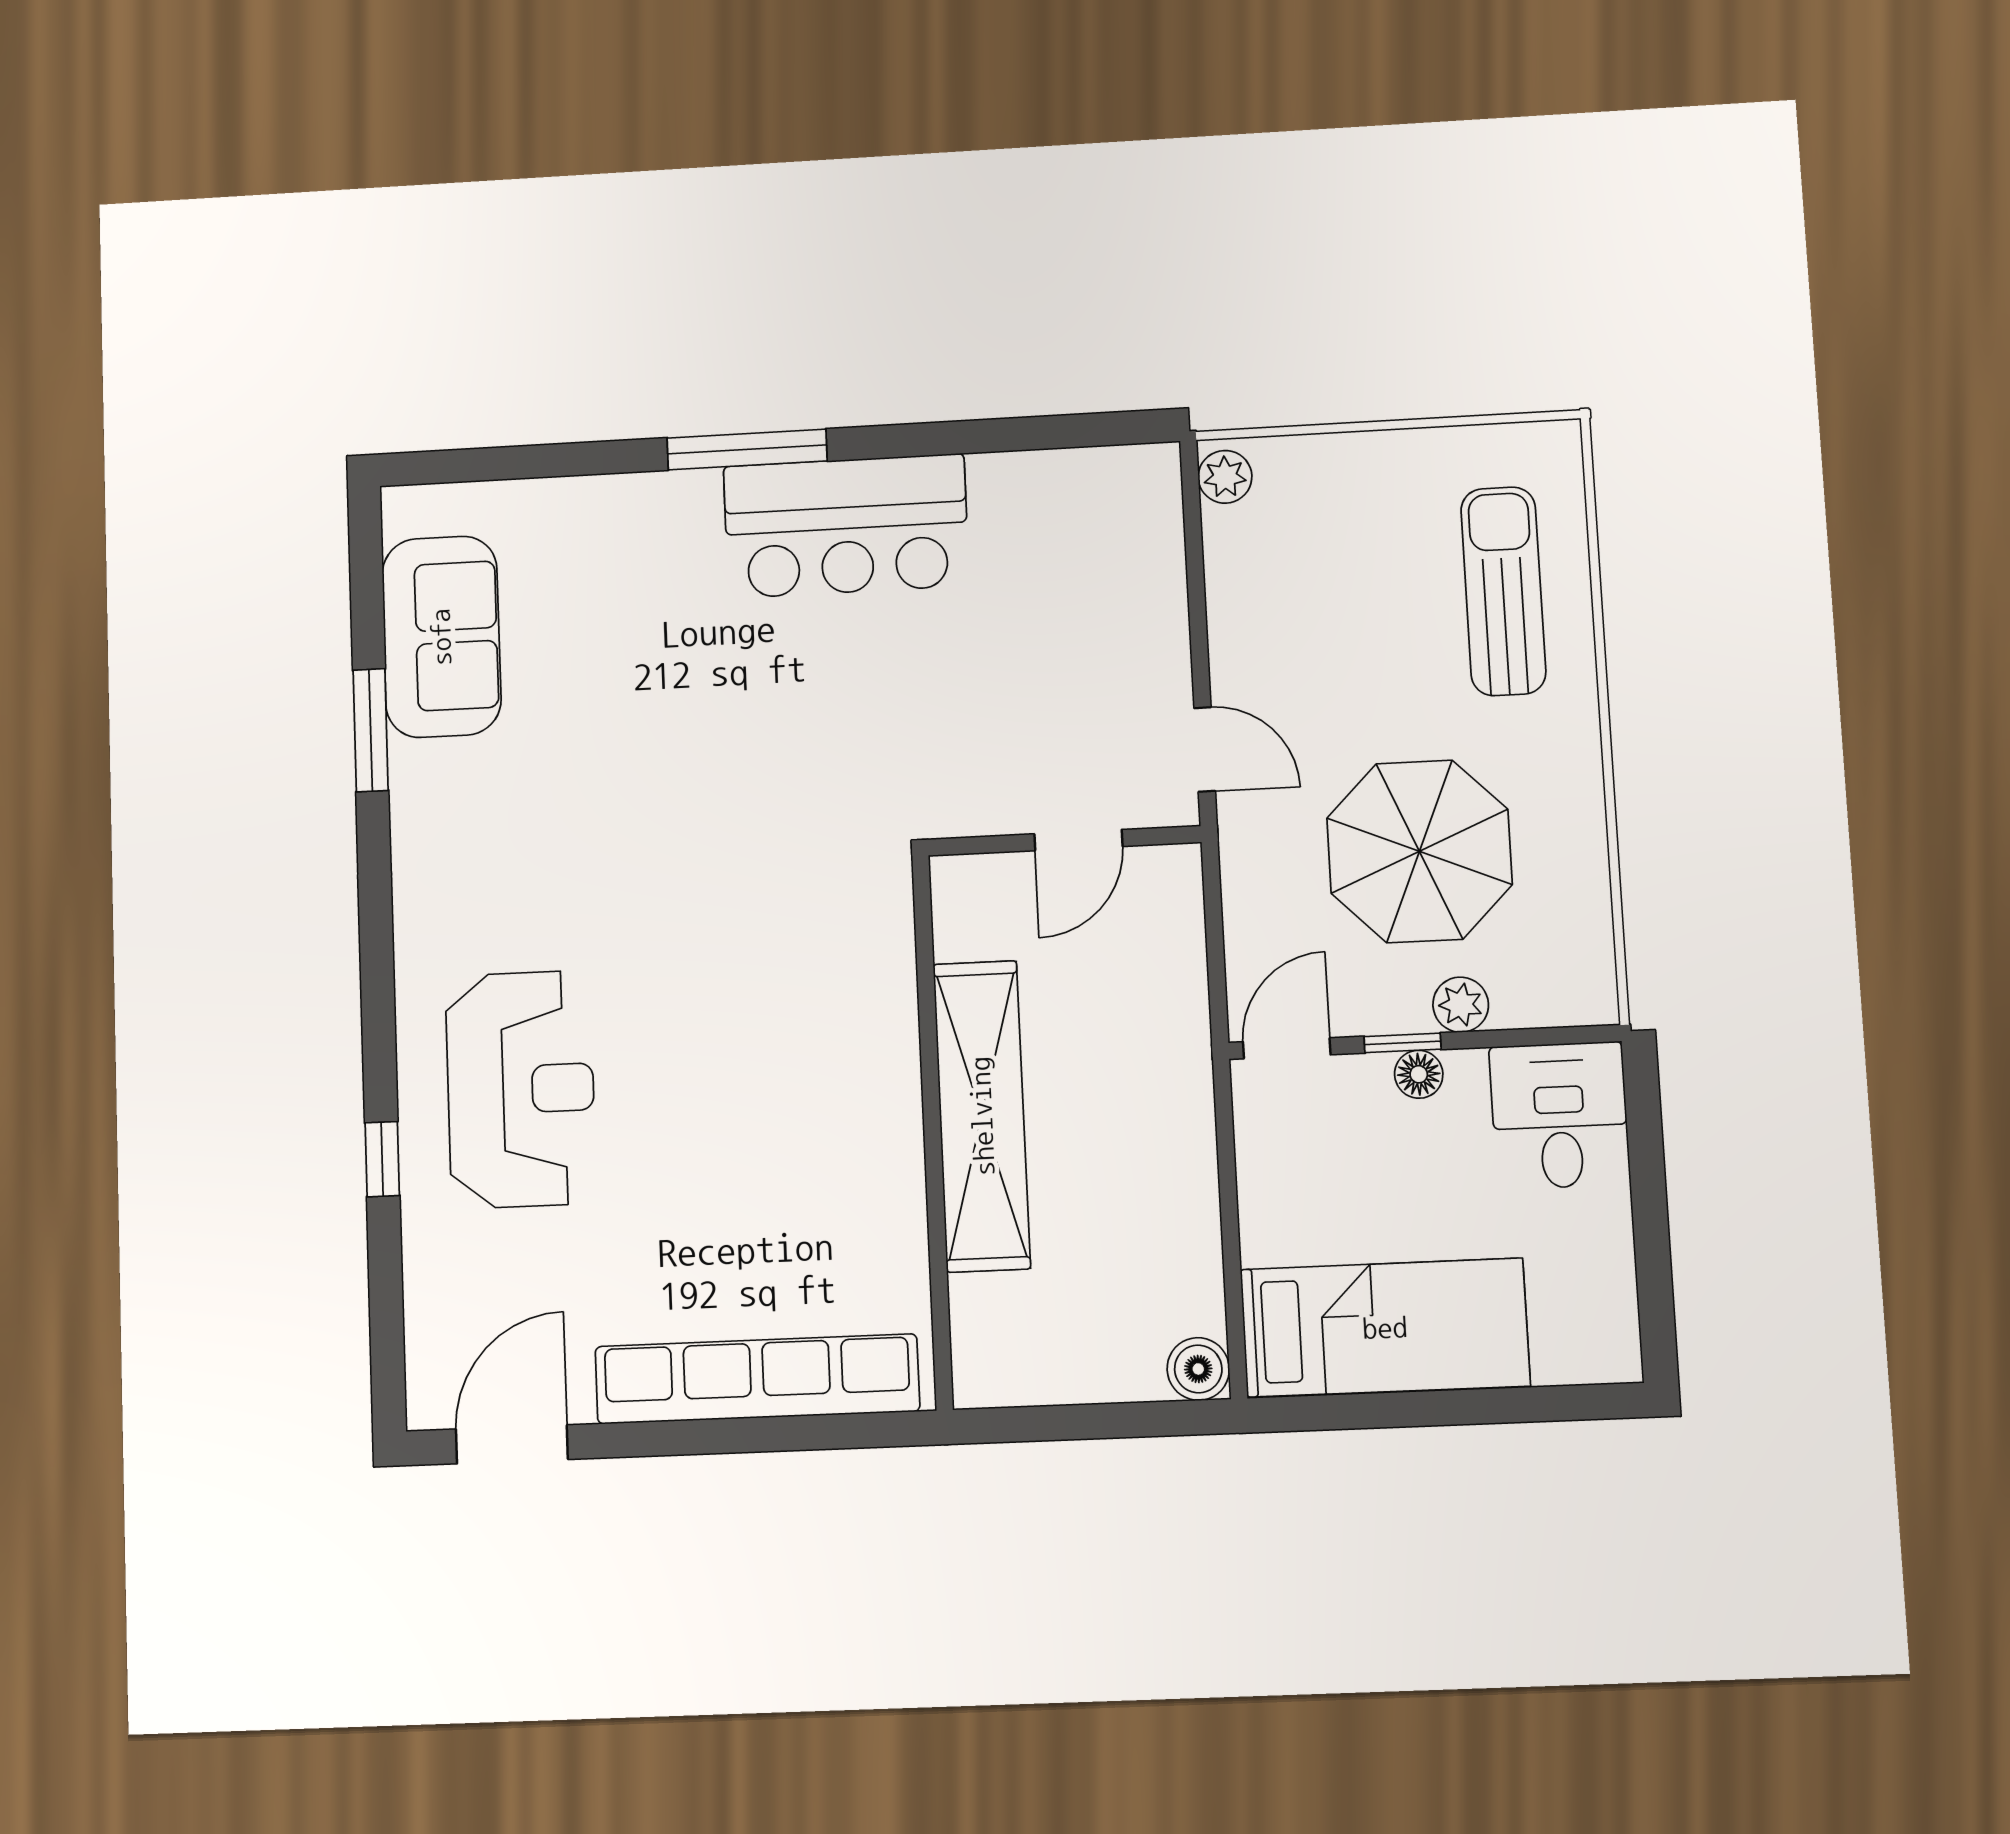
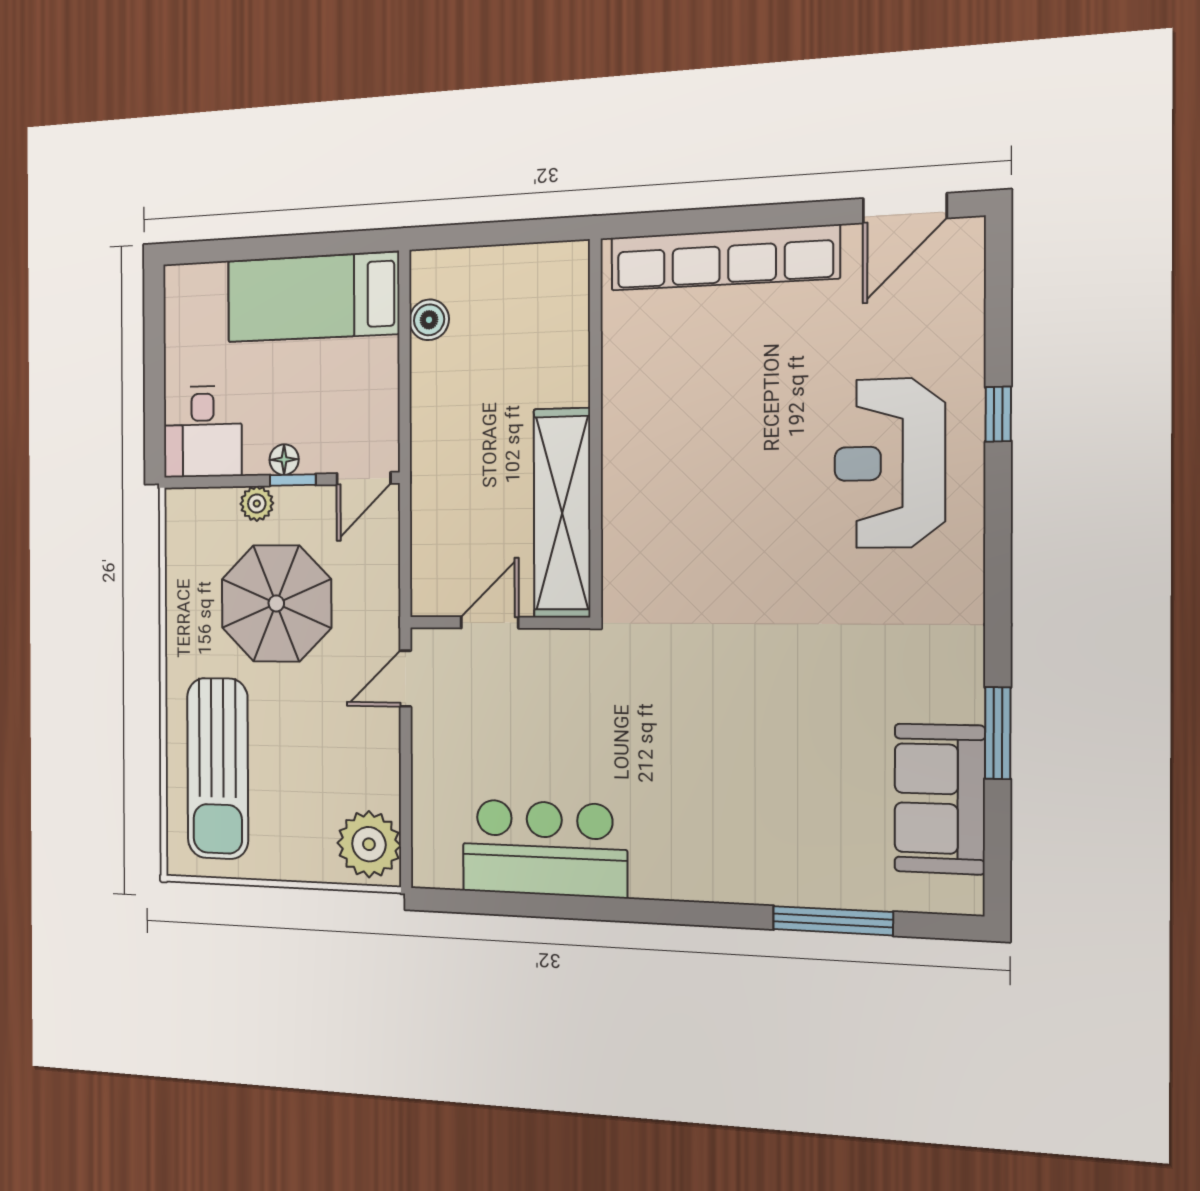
window: (747, 449) -> (833, 921), moved
plant: (1225, 477) -> (369, 844), width x1.87, depth x1.87
bar counter: (846, 526) -> (544, 848), moved
sun lounger: (1503, 591) -> (218, 768), width x1.36, depth x1.34
door: (1205, 749) -> (405, 679), hinge flipped
shelving: (982, 1116) -> (562, 513), moved
boiler: (1198, 1369) -> (429, 320), moved

